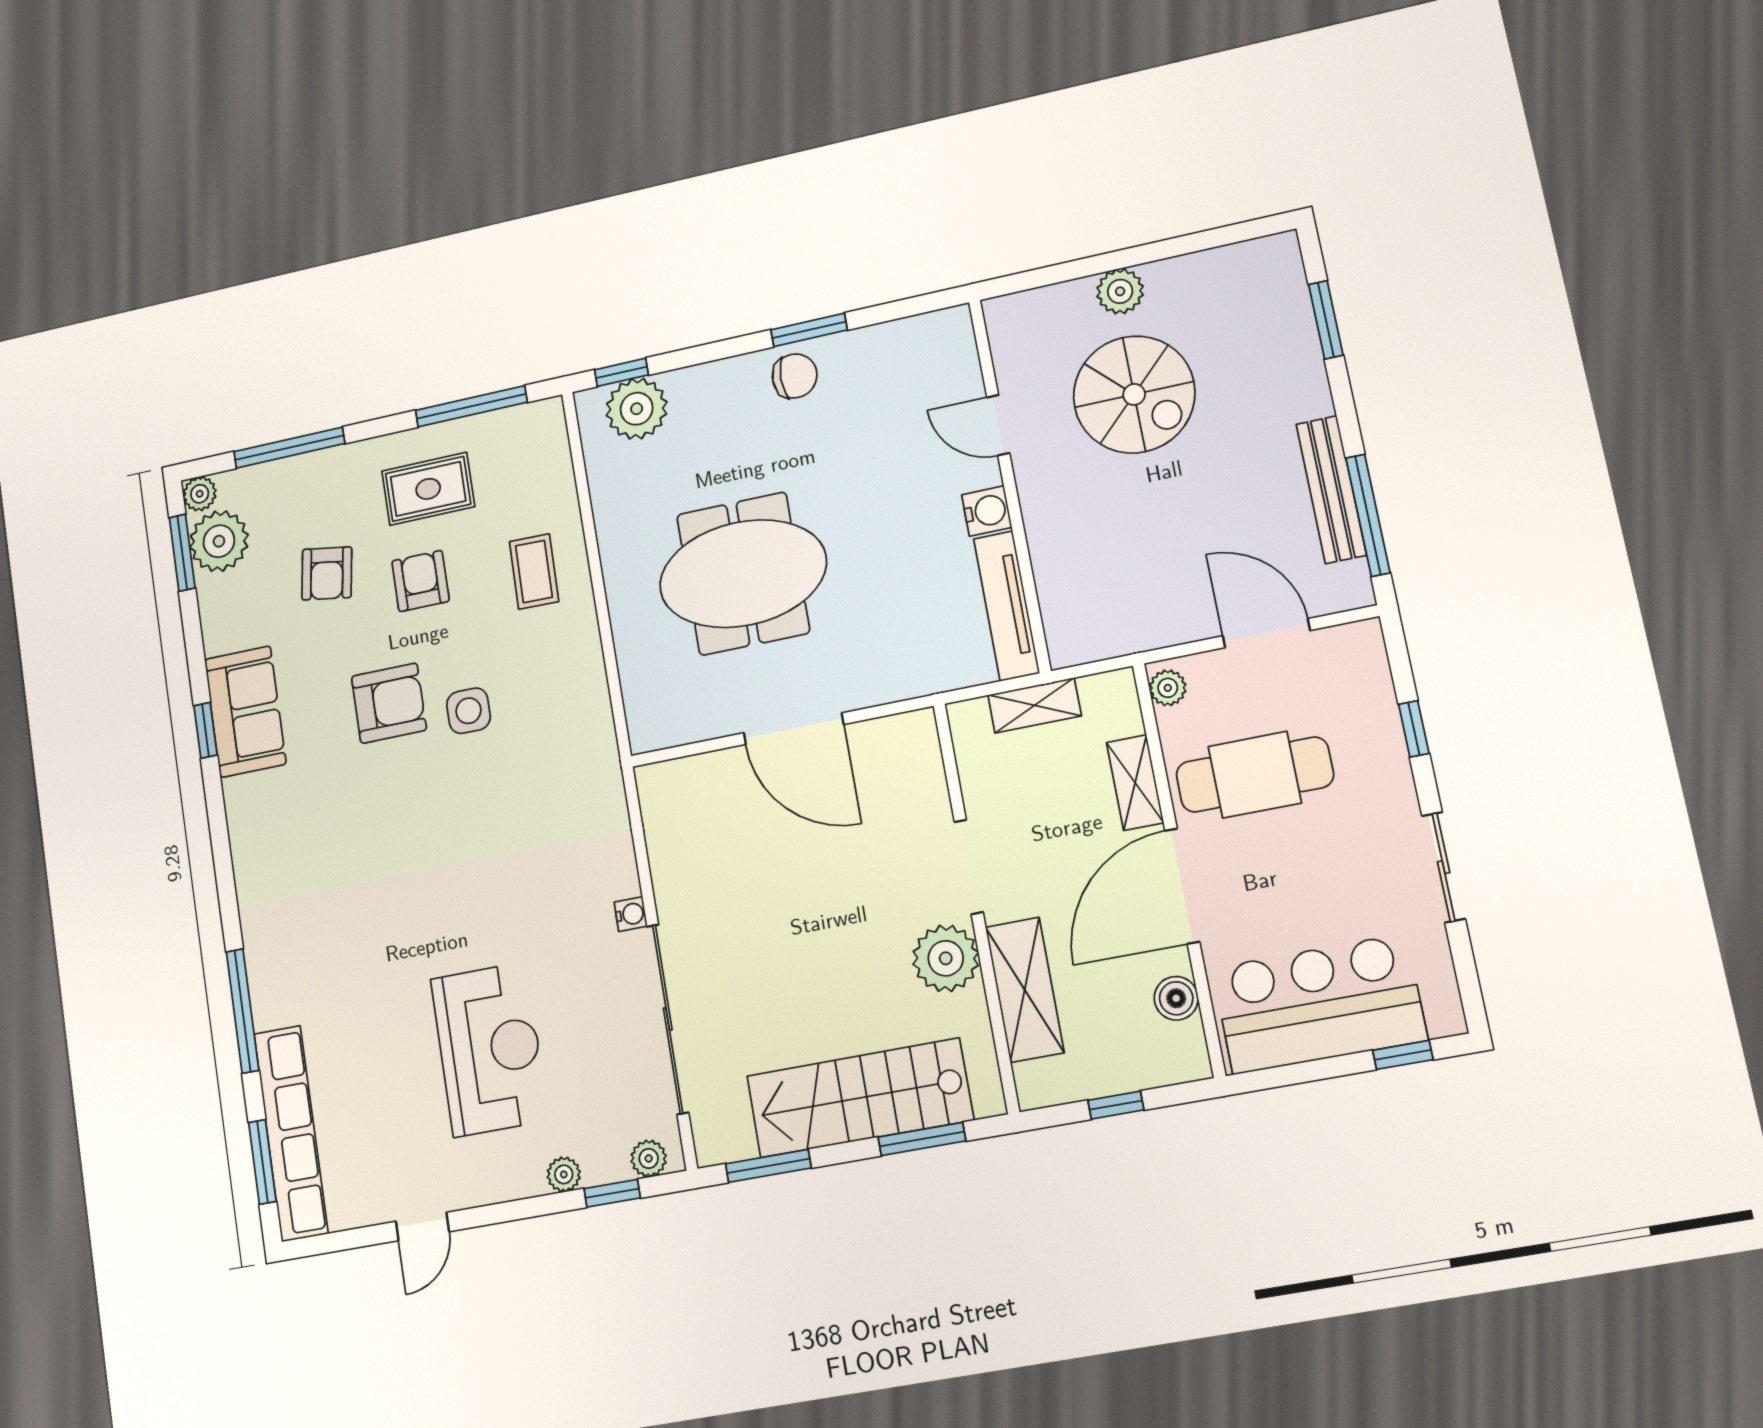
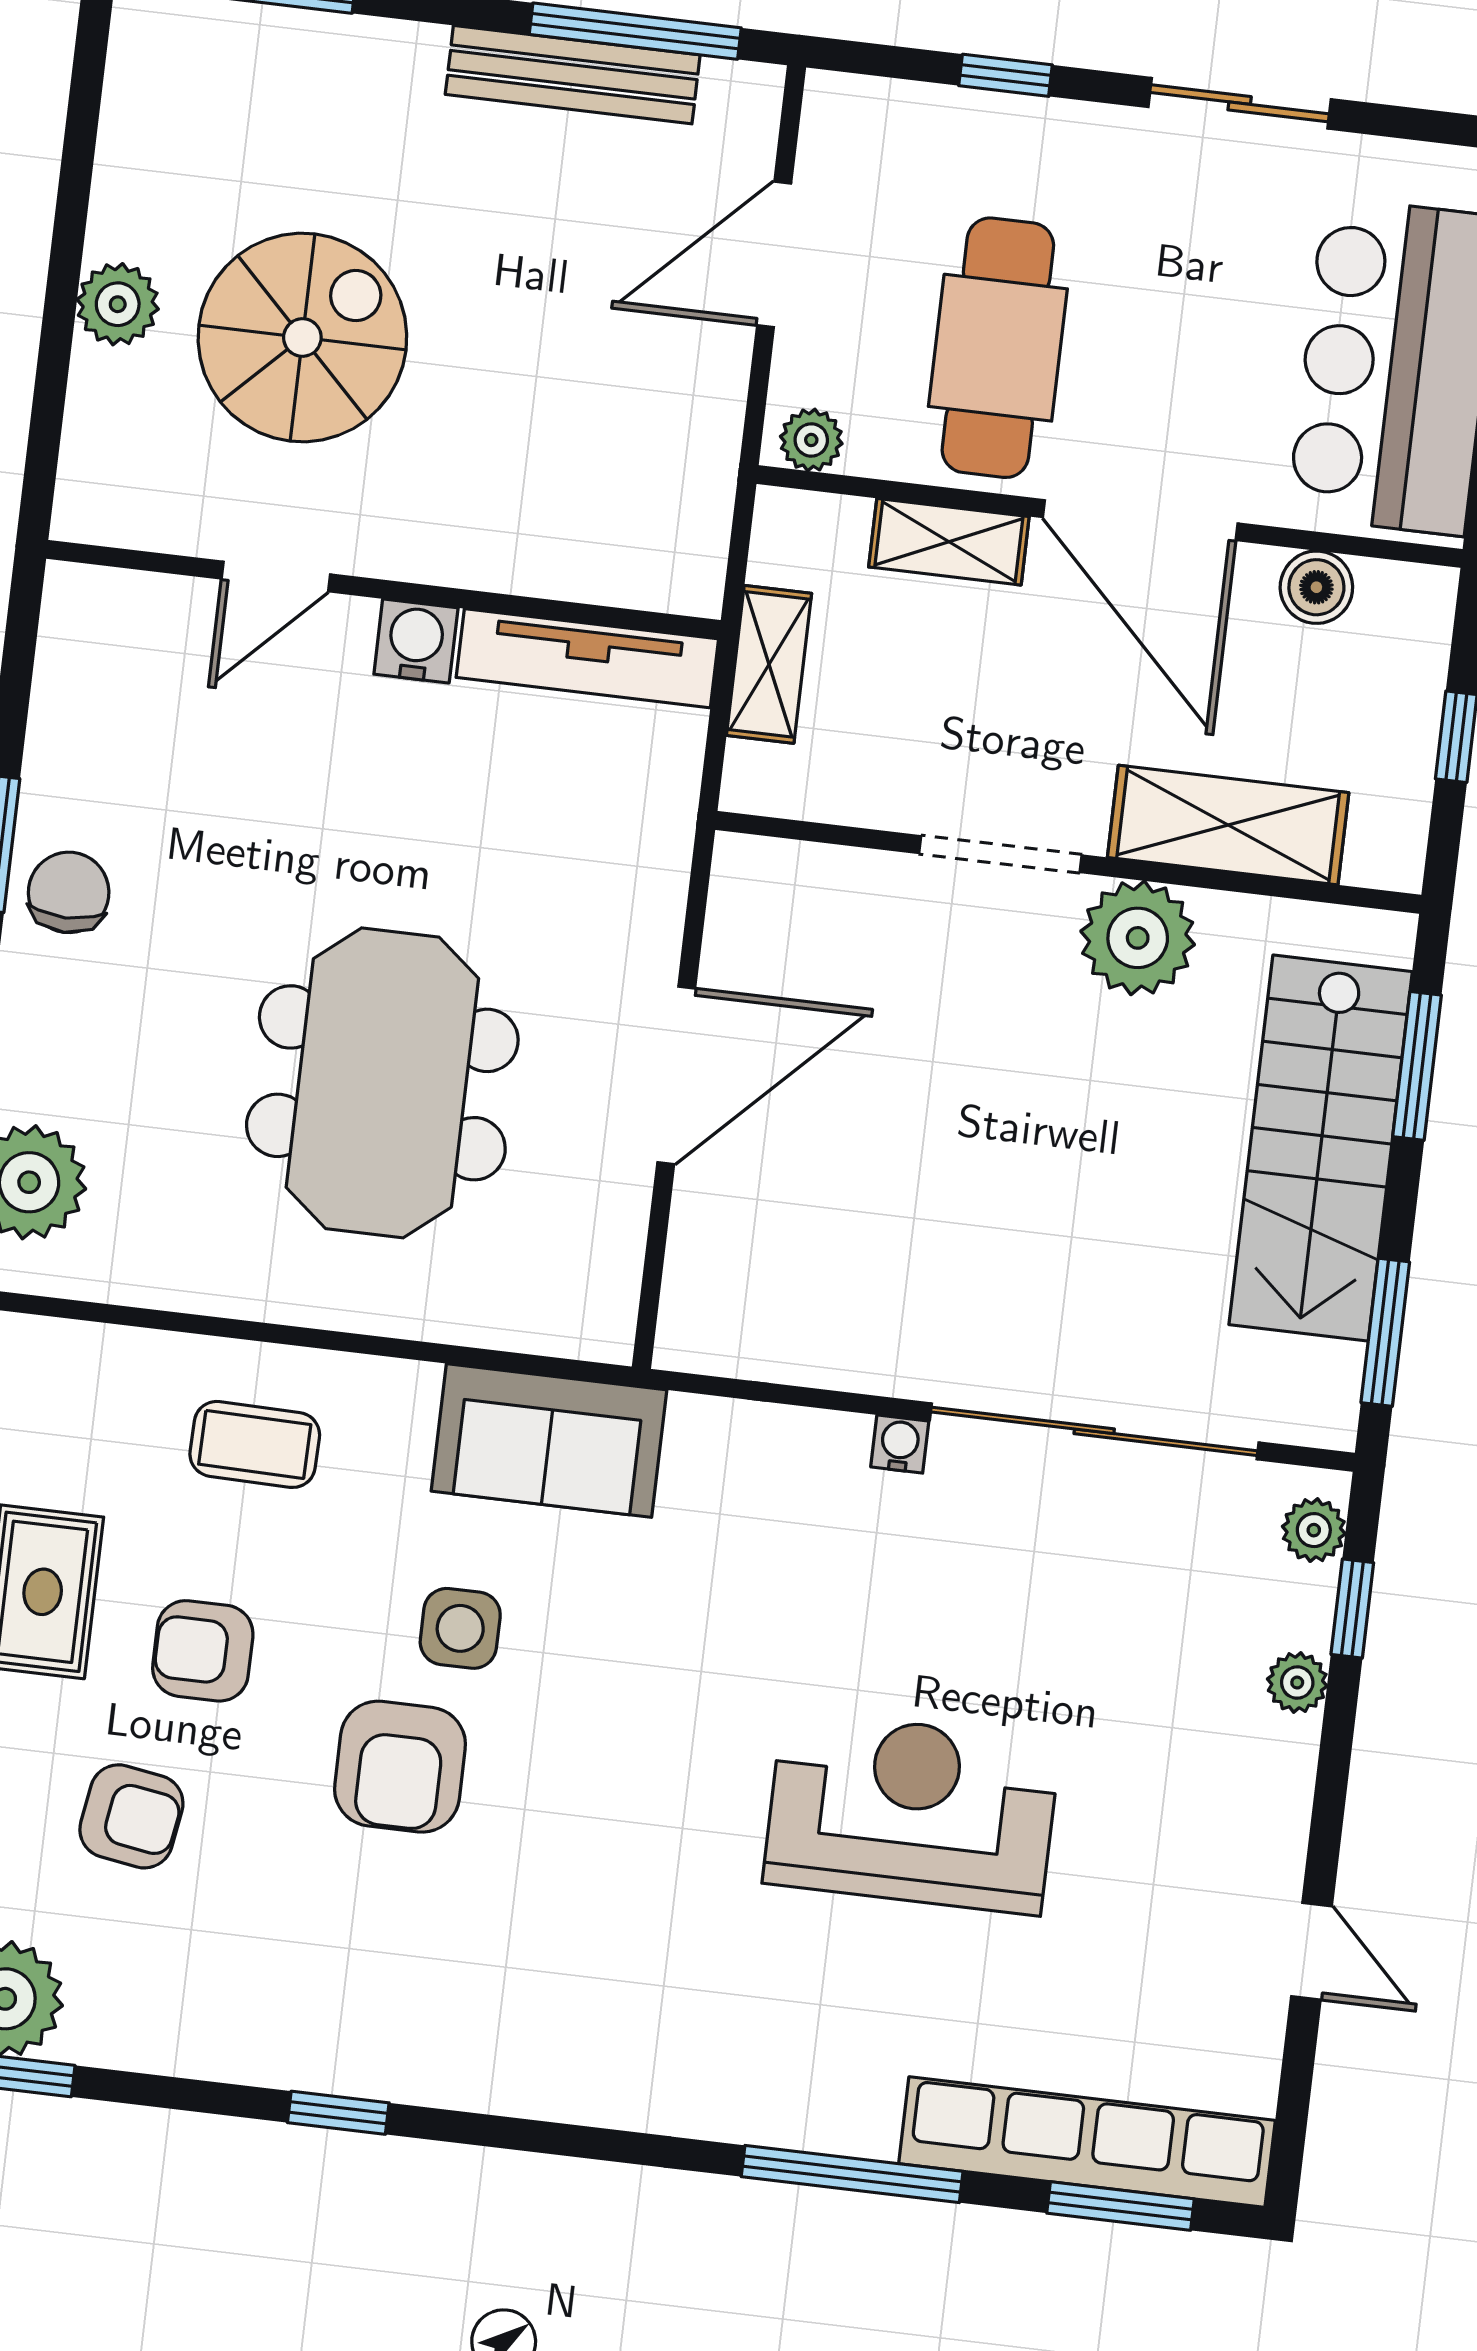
armchair: (389, 703) -> (400, 1767), turned 180
sofa: (245, 712) -> (549, 1441), moved, turned 180
reception desk: (490, 1049) -> (912, 1812), moved

